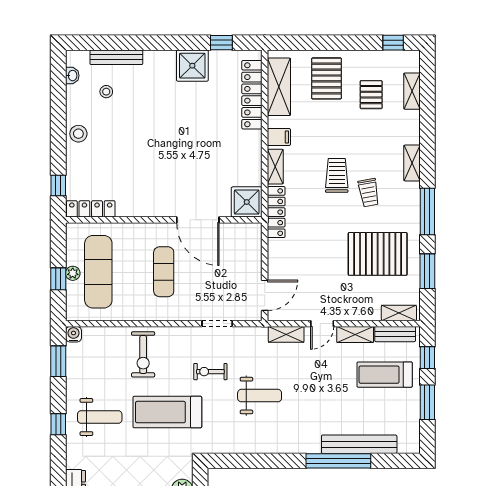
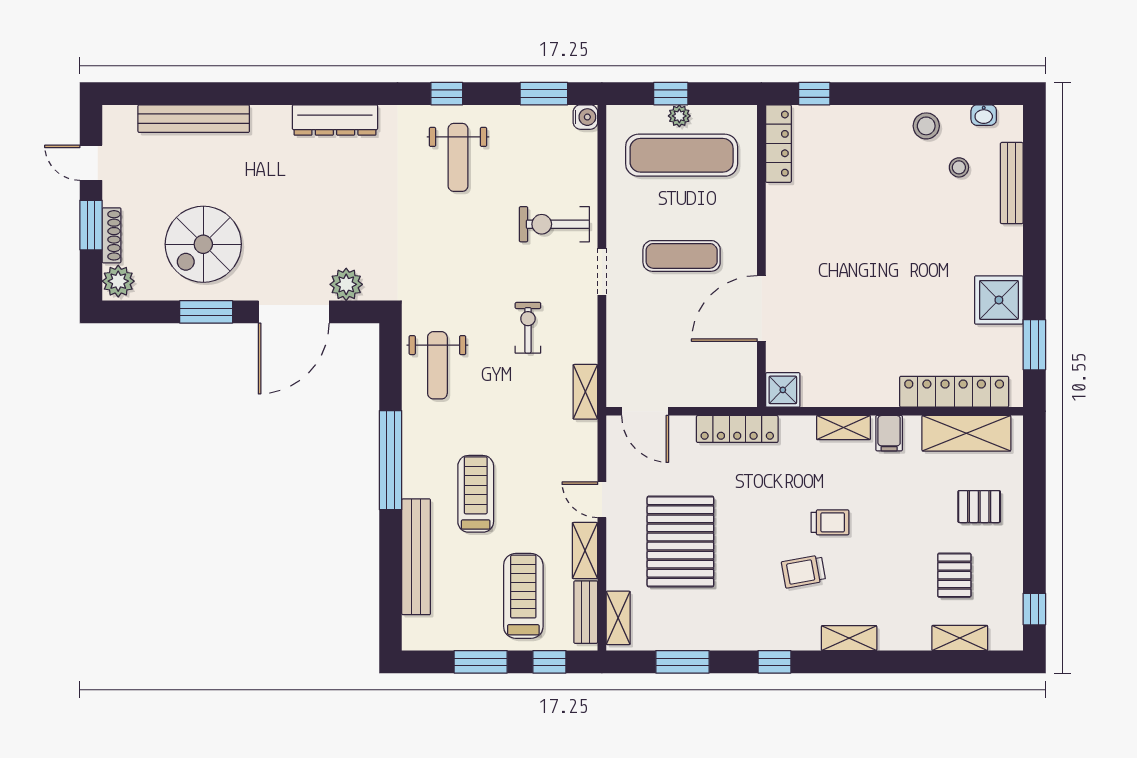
window: (221, 43) -> (1034, 345), width x1.50
pallet: (327, 78) -> (979, 507), width x0.67, depth x0.71
pallet: (371, 95) -> (954, 575), turned 90
stool: (78, 134) -> (926, 126), moved
trolley: (337, 175) -> (830, 522), width x0.73, depth x0.72
shower: (247, 202) -> (783, 390), width x0.73, depth x0.73
window: (427, 211) -> (774, 662), width x0.46
locker: (276, 212) -> (737, 429), moved
pallet: (378, 254) -> (680, 541), moved
doorway: (217, 324) -> (602, 272), moved
shelving: (286, 334) -> (585, 392), moved
weight bench: (260, 396) -> (437, 365), moved
treadmill: (167, 412) -> (476, 494), moved, width x0.73, depth x0.73
window: (338, 461) -> (390, 460), moved

